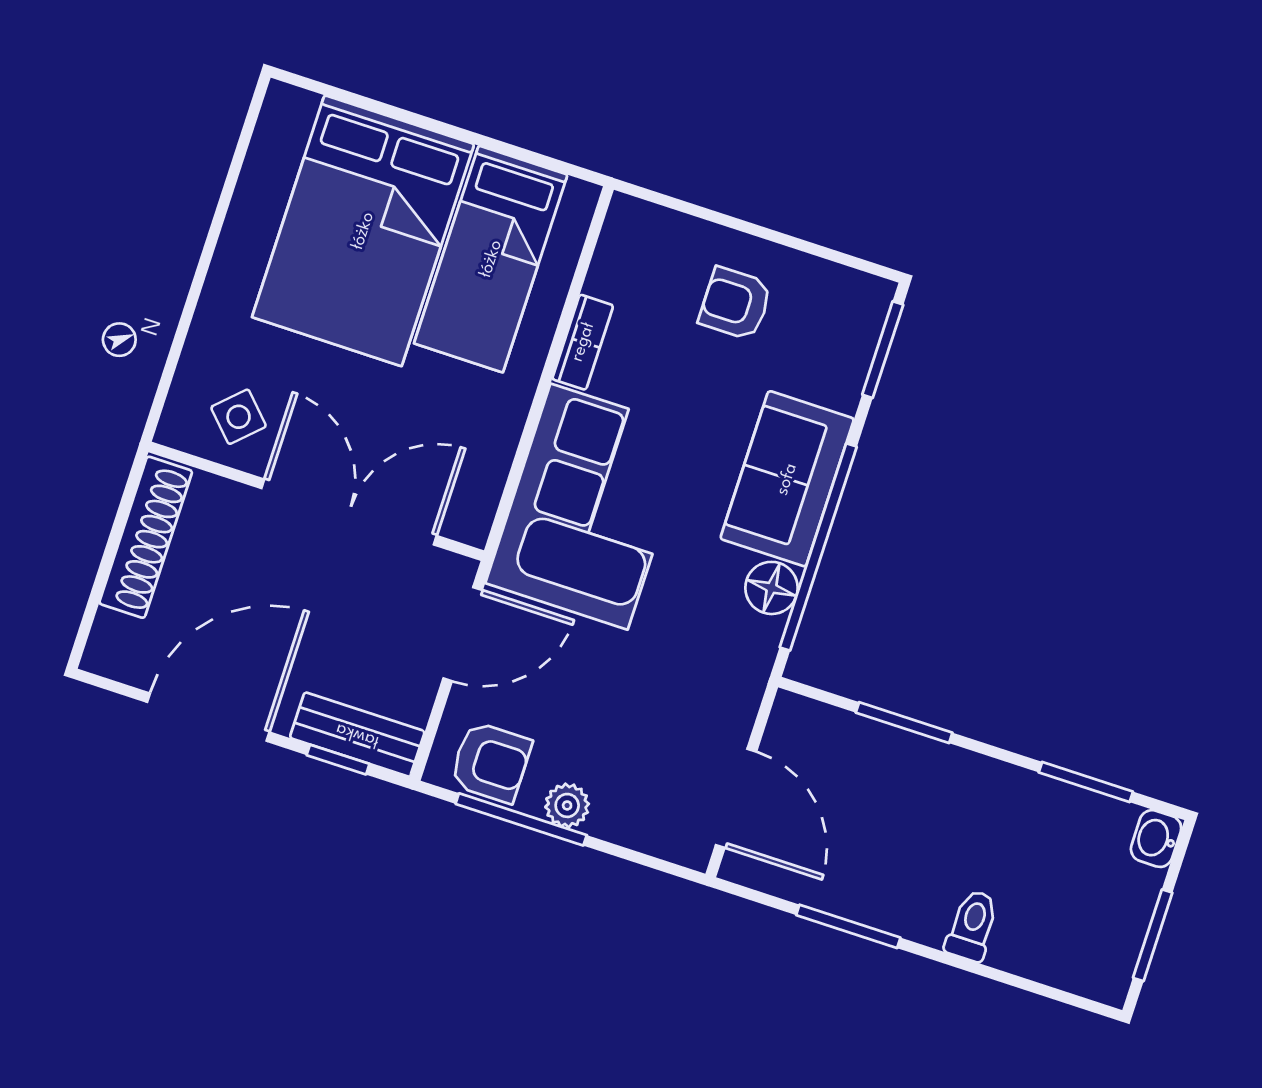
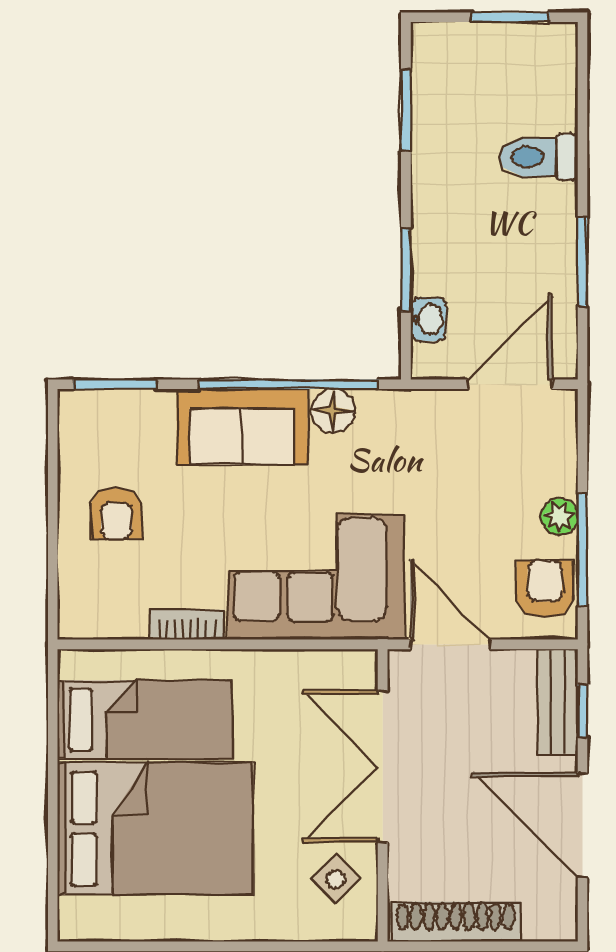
washbasin: (1156, 839) -> (428, 319), moved, turned -90
toilet: (972, 926) -> (539, 157), width x1.37, depth x1.39

